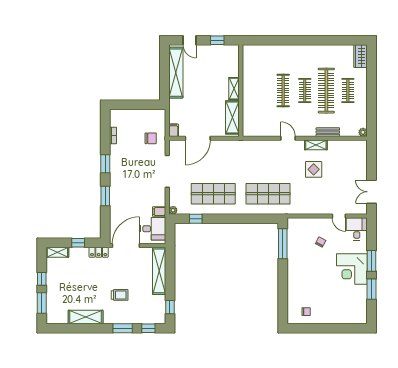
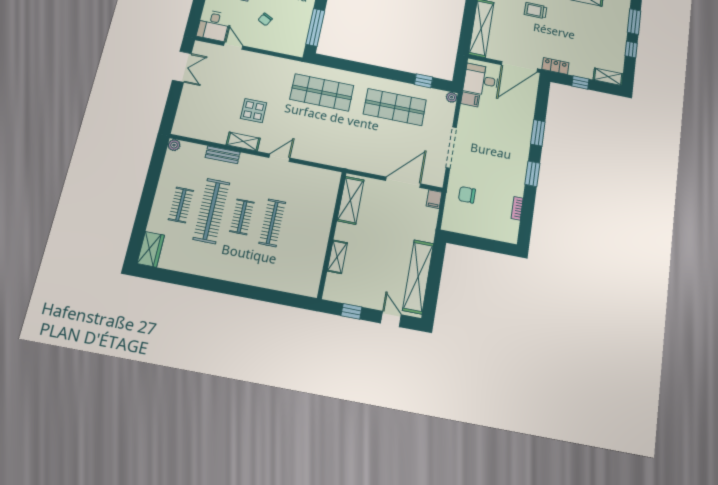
shelving: (234, 89) -> (337, 257), moved
door: (288, 138) -> (279, 158), swing flipped

